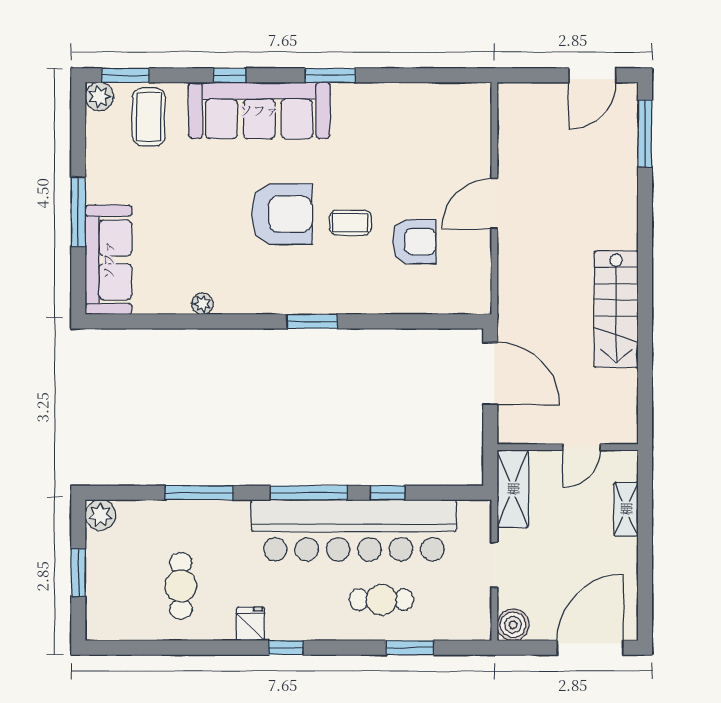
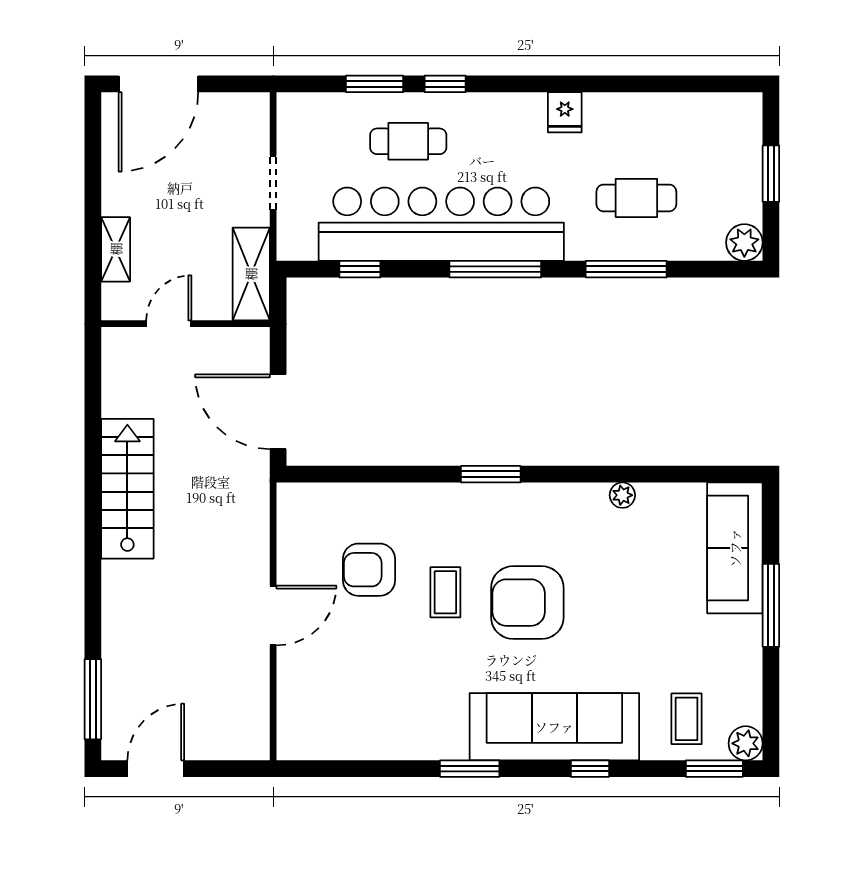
coffee table: (149, 117) -> (687, 719), width x0.73, depth x0.77
coffee table: (350, 223) -> (445, 592), turned 90
window: (387, 493) -> (360, 269), moved
cafe table: (181, 586) -> (636, 198), moved, turned 90
boiler: (513, 625) -> (251, 111), removed
window: (286, 648) -> (445, 84), moved

